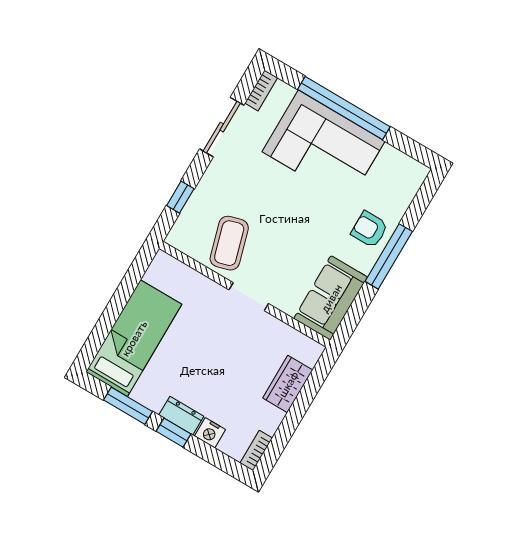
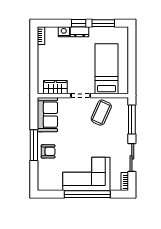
window: (180, 197) -> (132, 119), width x2.17
coffee table: (229, 243) -> (101, 113), turned 40
bed: (134, 338) -> (106, 69), moved, turned 180
wardrobe: (288, 384) -> (55, 87), moved, turned -90

